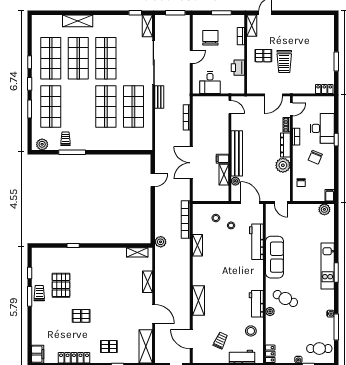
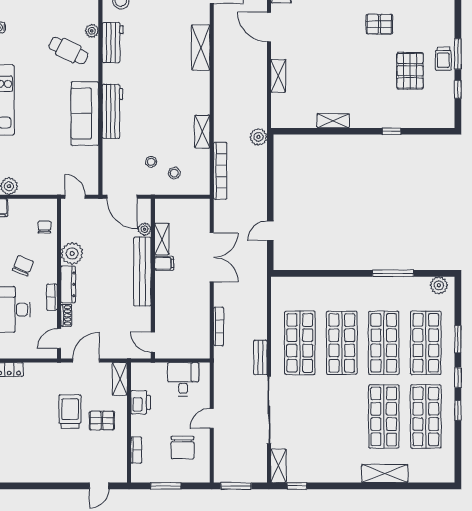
shelving: (252, 26) -> (120, 379), moved
shop shelf: (106, 58) -> (384, 343), moved
trolley: (65, 139) -> (403, 294), removed
workbench: (256, 242) -> (113, 111), moved
shelving: (137, 252) -> (333, 121), moved

